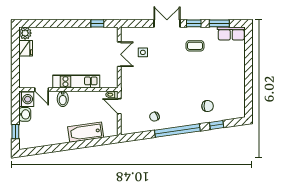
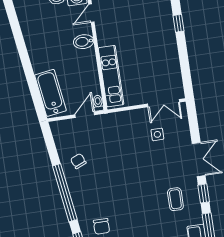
window: (97, 23) -> (179, 23), moved
double door: (119, 54) -> (164, 103), moved
kitchen unit: (76, 82) -> (111, 76), moved
bathtub: (86, 132) -> (50, 93), moved

